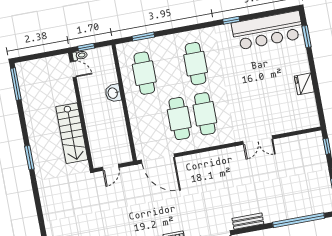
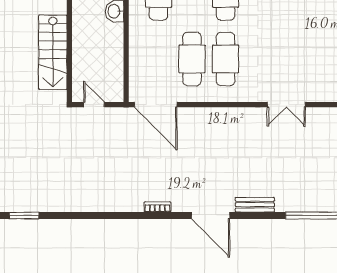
door: (111, 167) -> (94, 105), swing flipped

